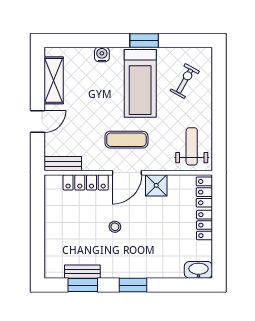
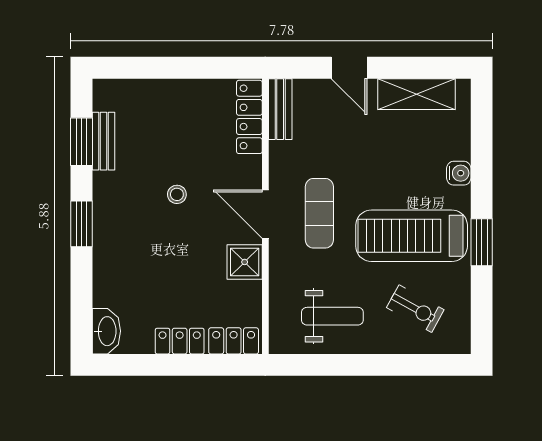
weight bench: (192, 146) -> (332, 316), moved
locker: (86, 182) -> (249, 117), moved

